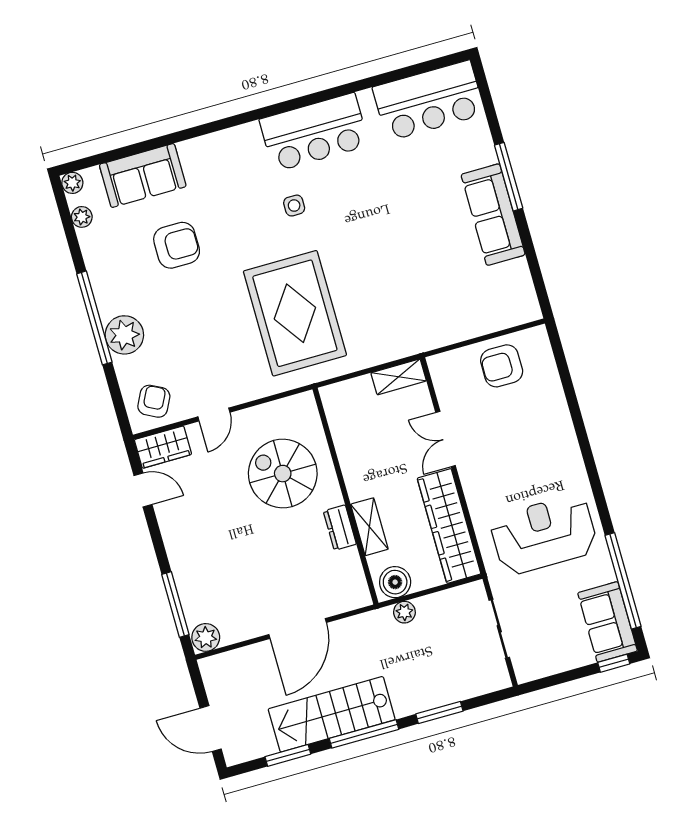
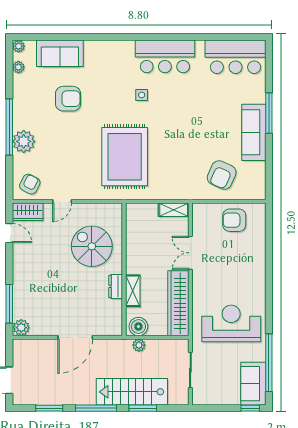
armchair: (460, 298) -> (222, 175), added
stairs: (332, 714) -> (132, 392), moved

